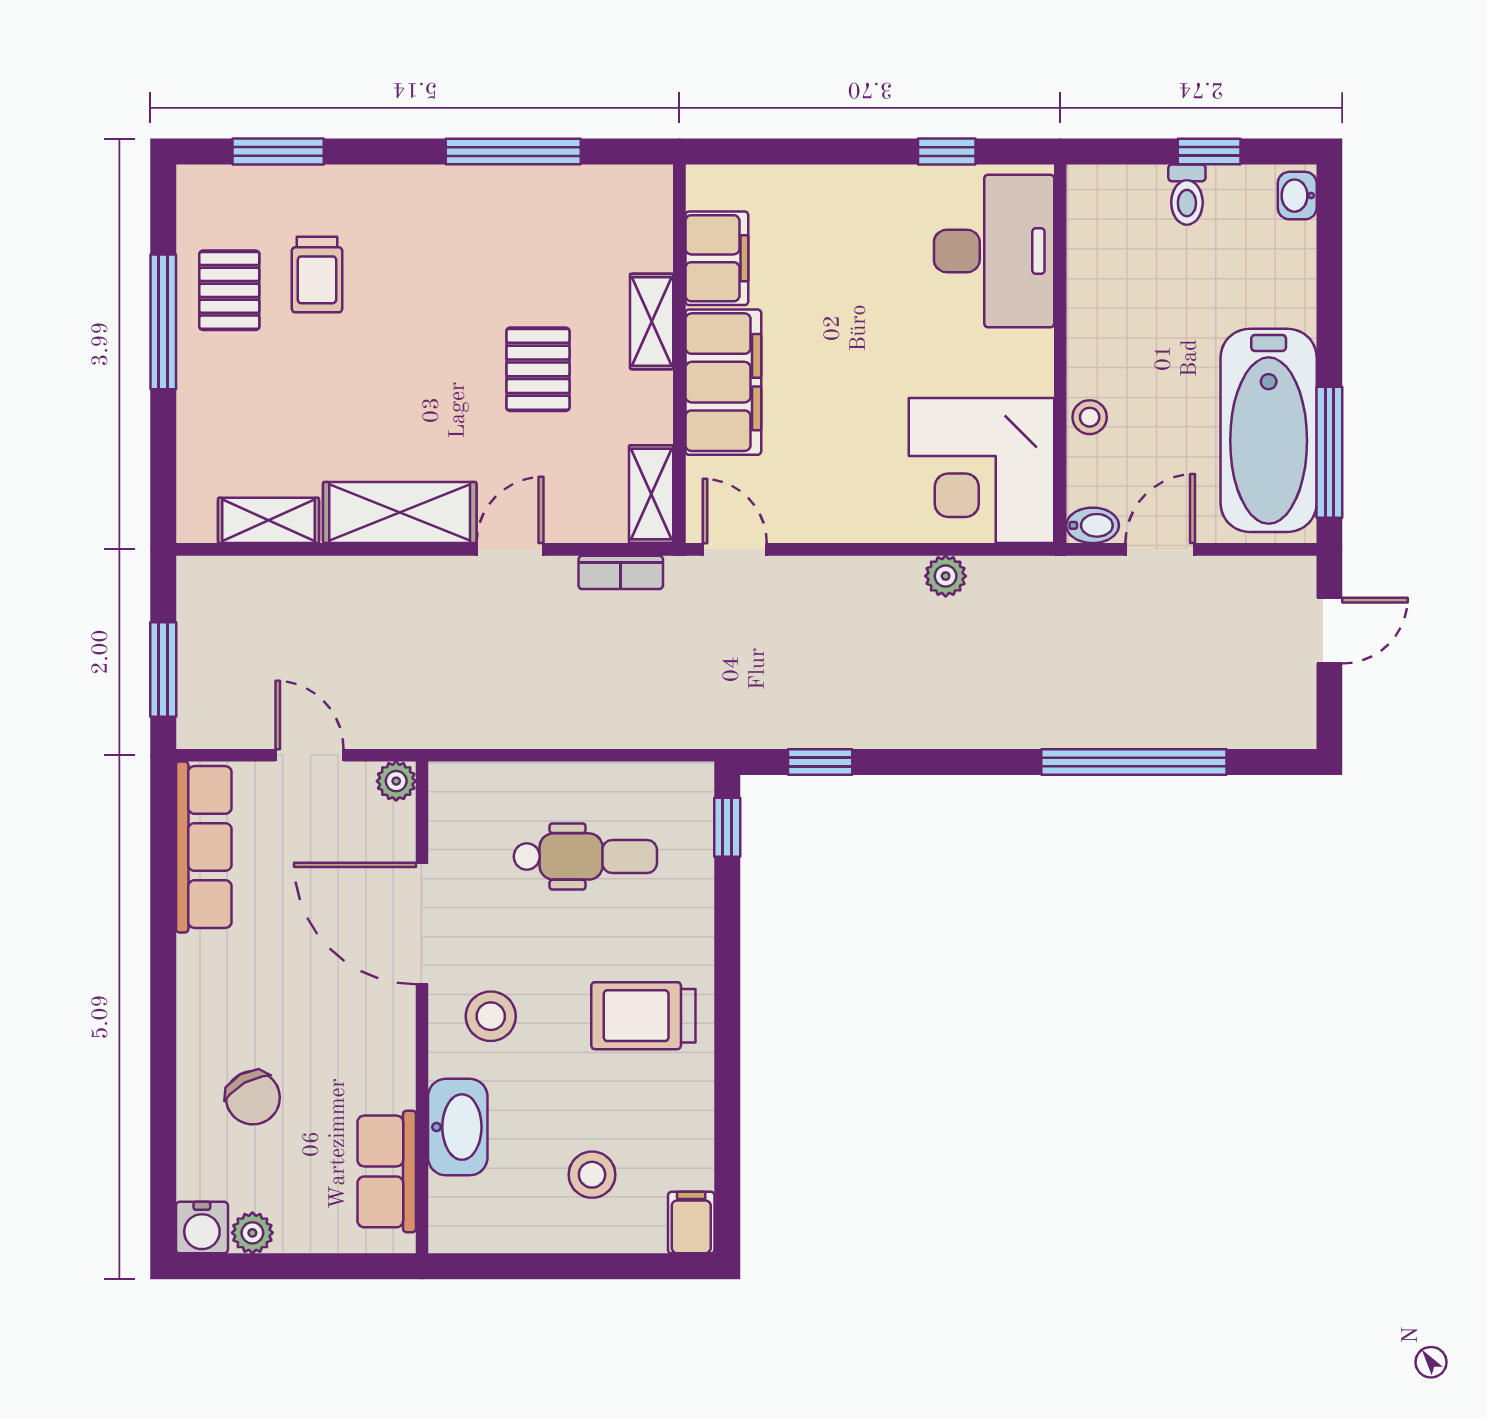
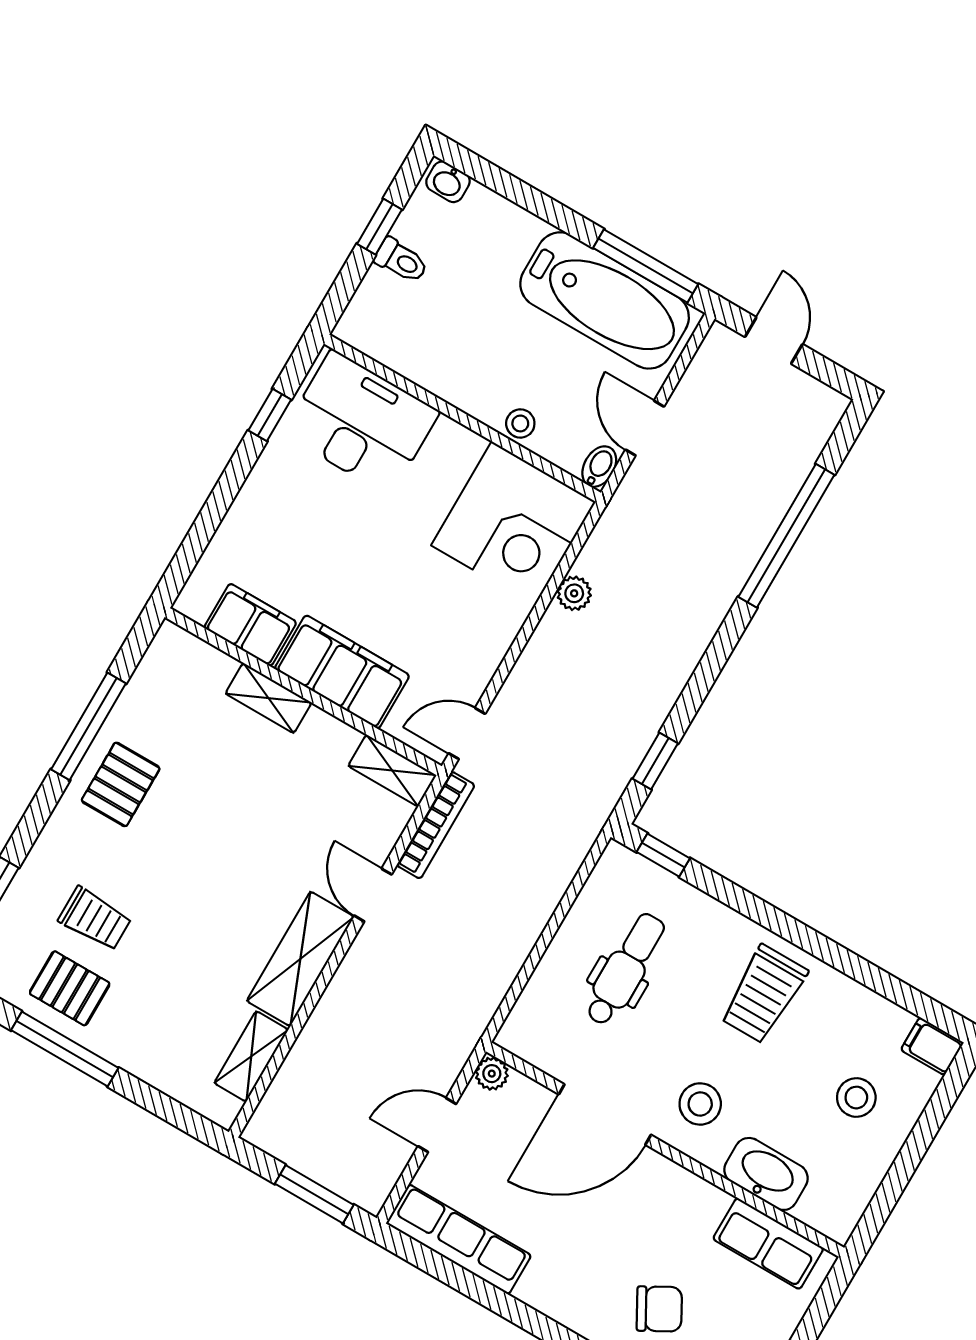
pallet: (538, 369) -> (121, 784), moved, turned 90
bookcase: (621, 572) -> (436, 825), width x1.56

